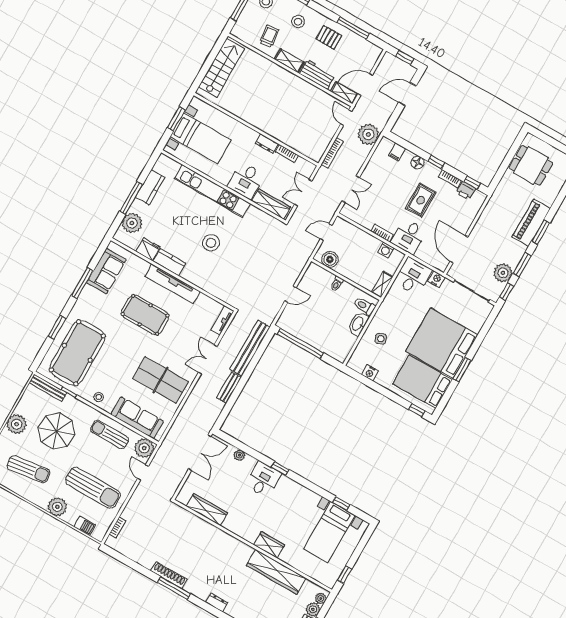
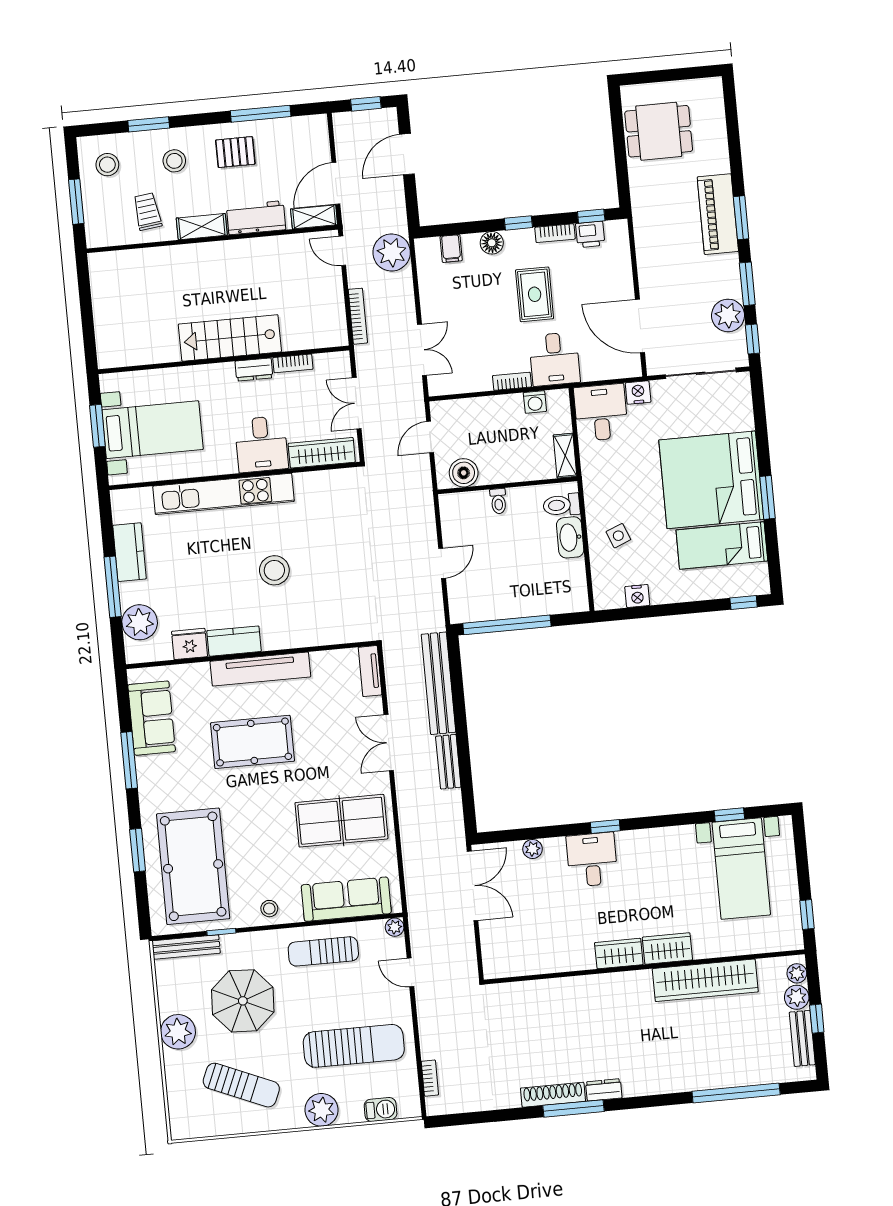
stairs: (222, 68) -> (230, 338), moved, turned -90
bed: (423, 382) -> (722, 545), width x0.67
plant: (144, 448) -> (395, 927), width x0.53, depth x0.53
sun lounger: (28, 469) -> (241, 1085), turned 31
wardrobe: (207, 510) -> (619, 954), moved, width x0.67
dresser: (217, 602) -> (604, 1090), moved

